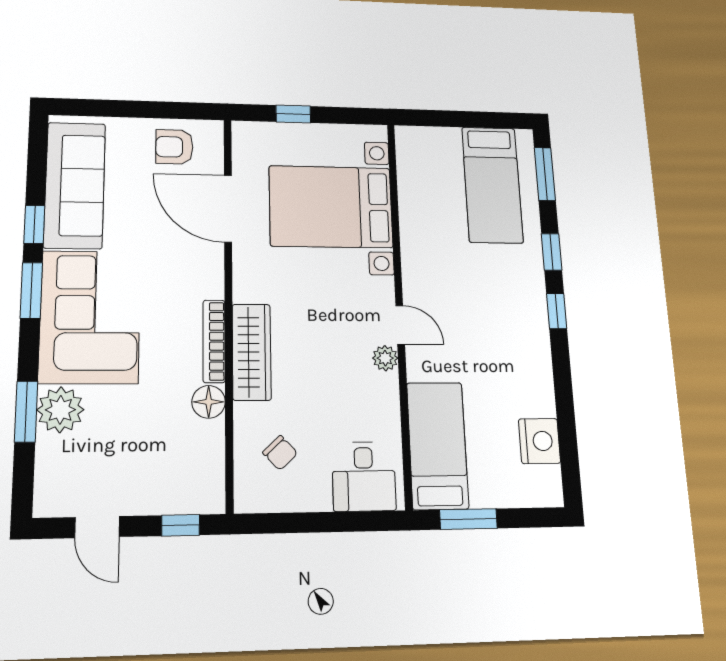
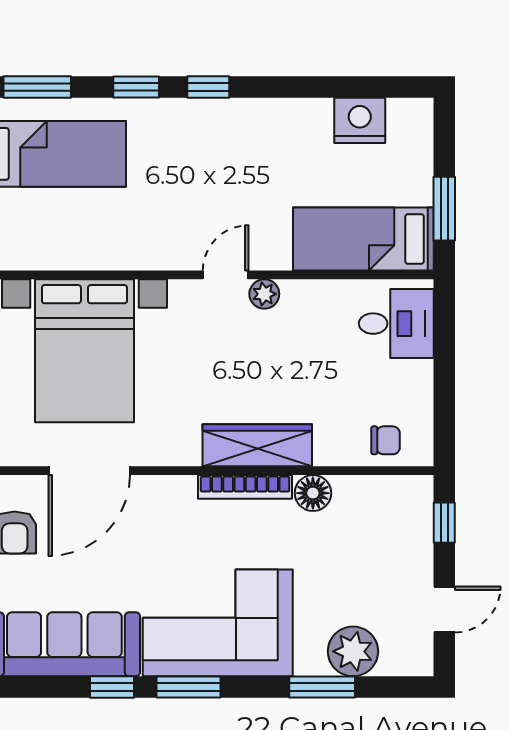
plant: (60, 410) -> (353, 651), moved
chair: (280, 453) -> (386, 440), moved, turned 43

